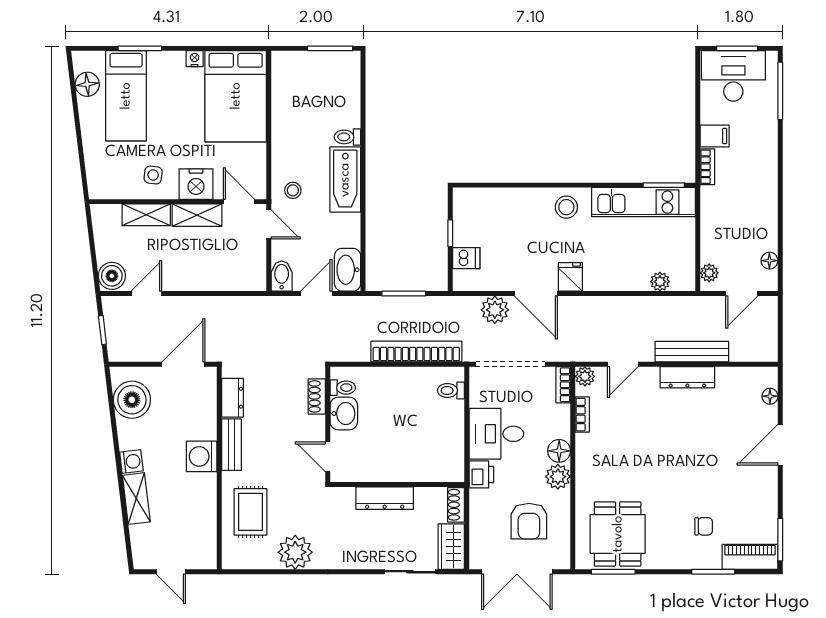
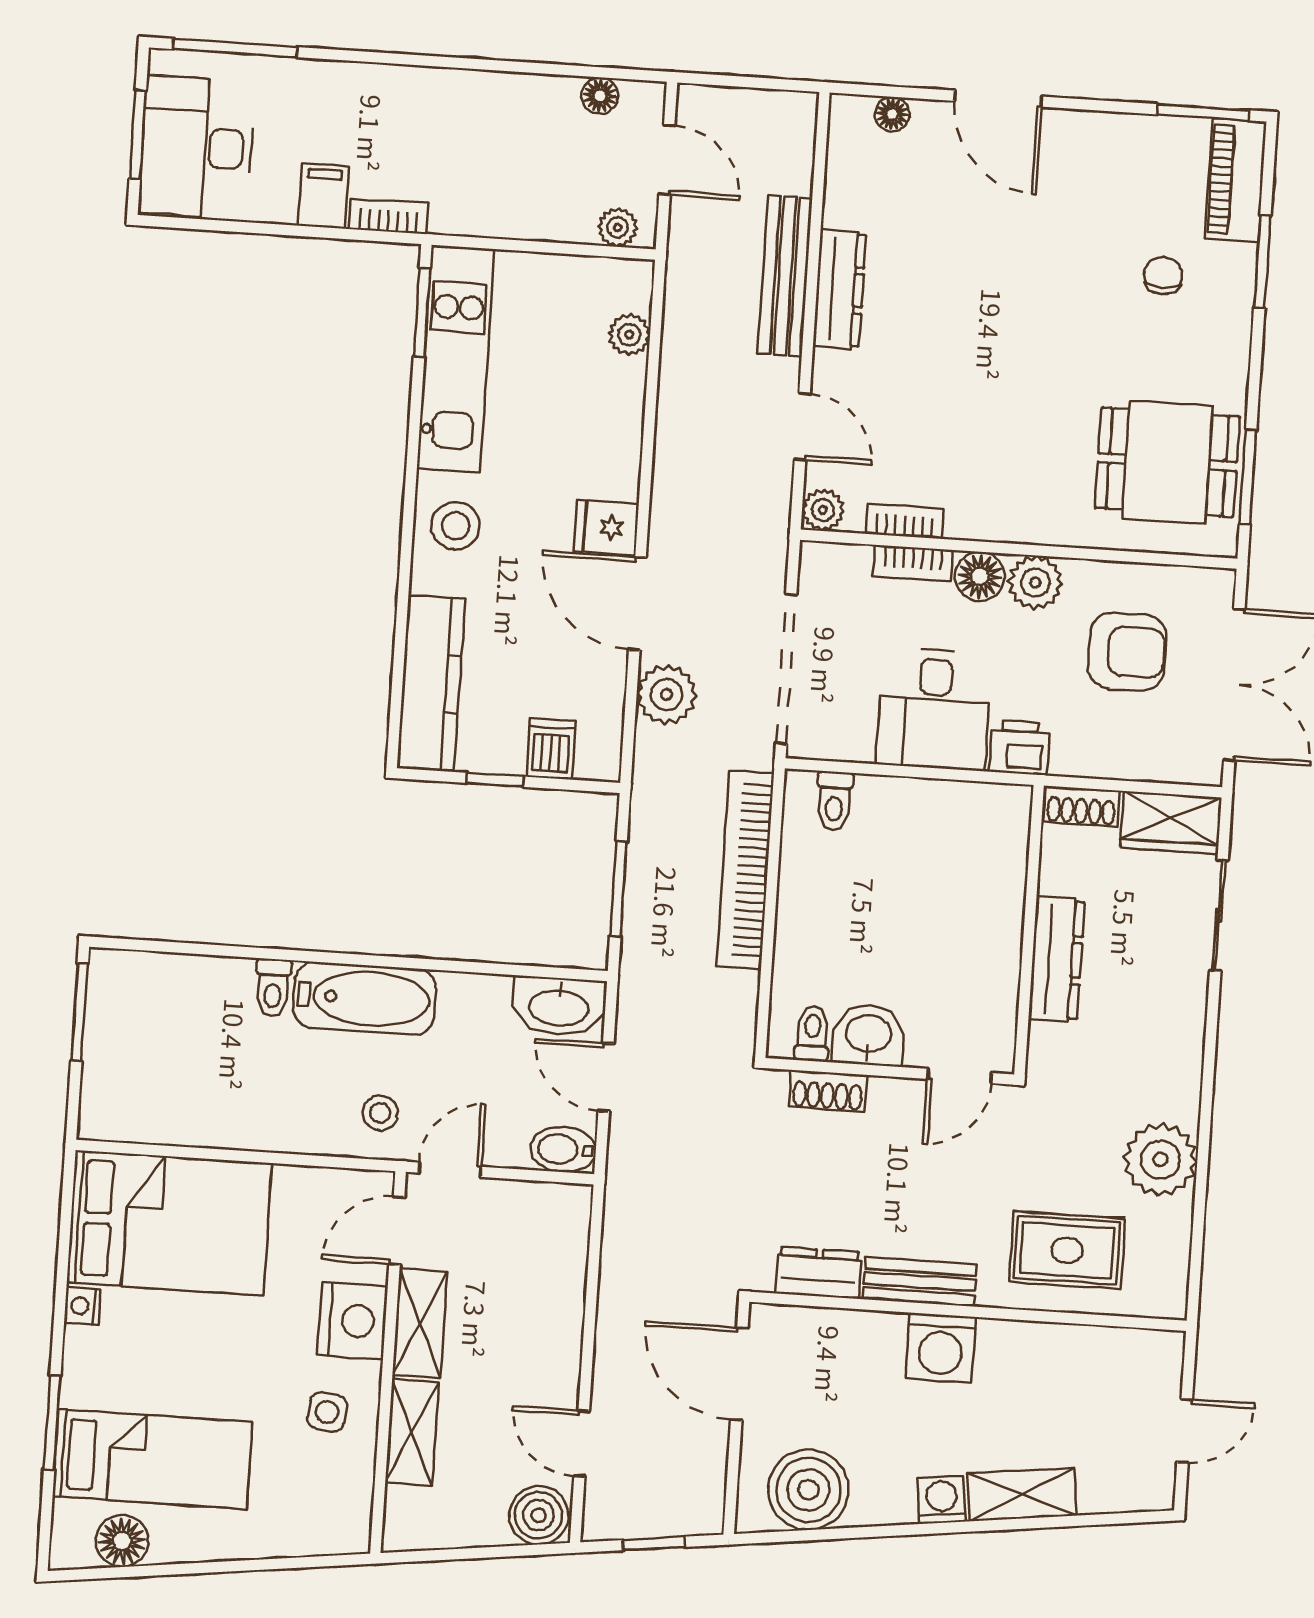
kitchen counter: (493, 201) -> (431, 683), added
door: (536, 294) -> (637, 604), swing flipped
bookcase: (563, 385) -> (913, 563), moved

